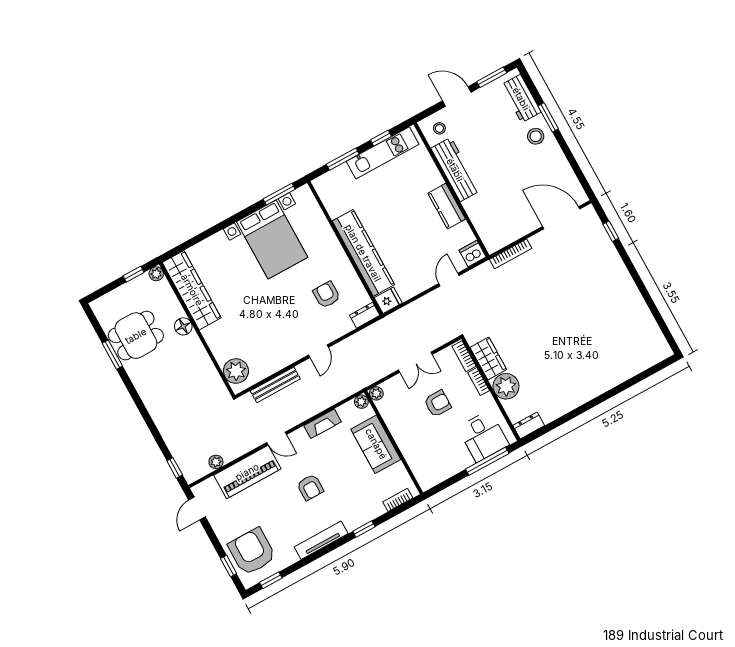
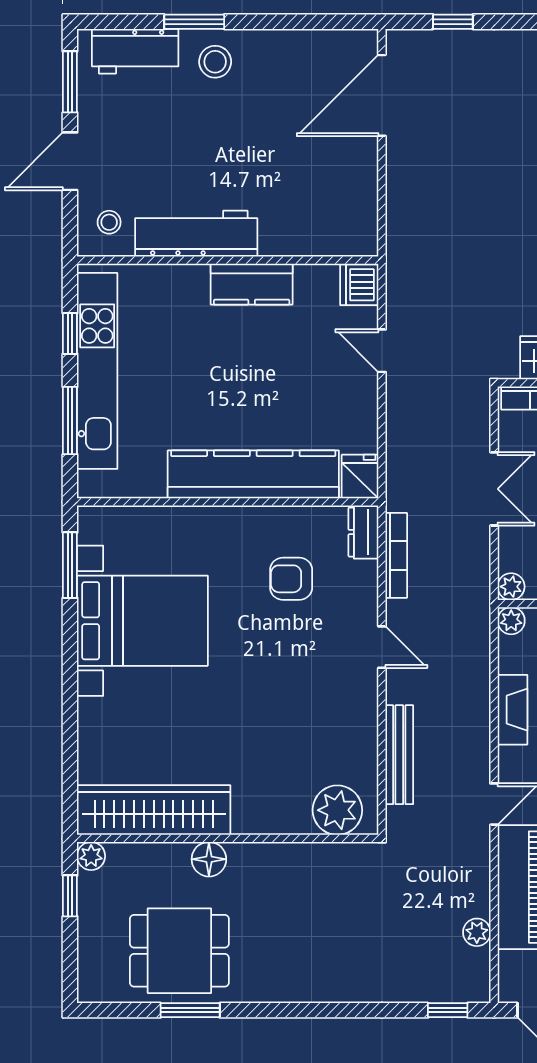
kitchen unit: (383, 153) -> (97, 371), width x1.36
bookcase: (511, 254) -> (396, 555), moved
dining table: (136, 336) -> (179, 951), turned 90

